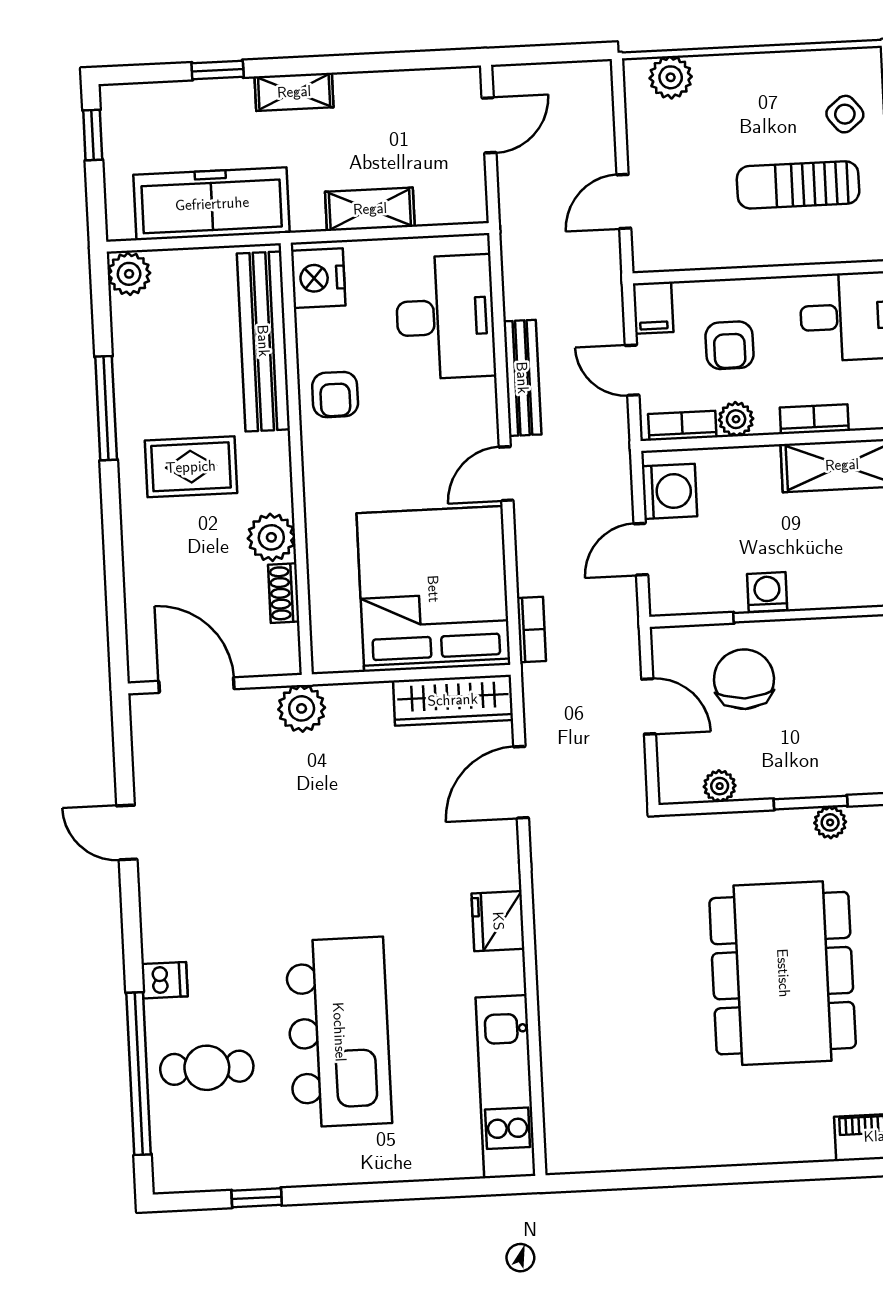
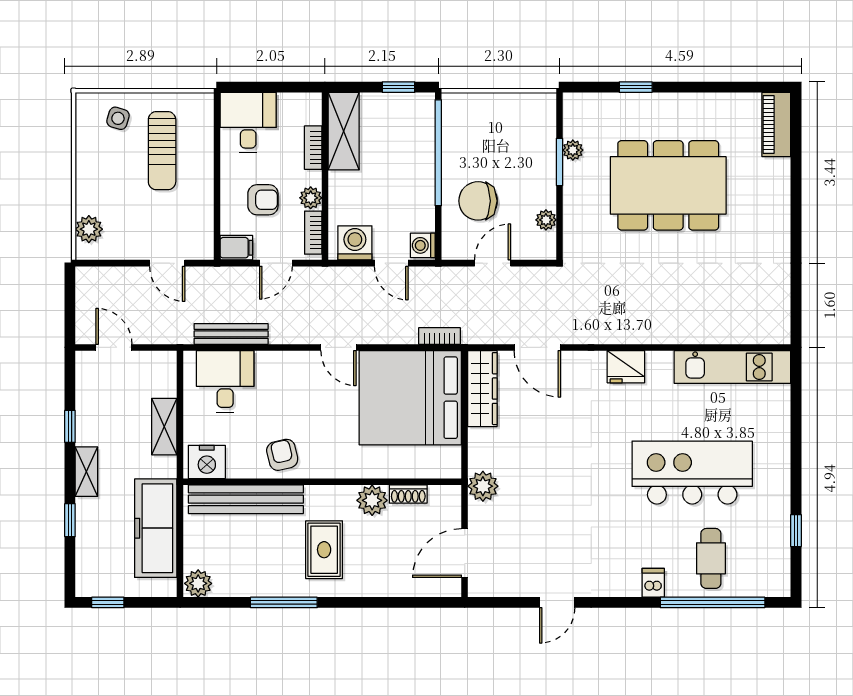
window: (363, 63) -> (70, 426), added
side table: (845, 114) -> (118, 118), turned -34
desk: (445, 317) -> (225, 381), width x0.73
bench: (522, 378) -> (231, 334), moved
armchair: (335, 395) -> (282, 455), turned -103
washing machine: (767, 592) -> (423, 245), moved

